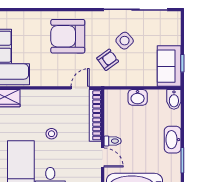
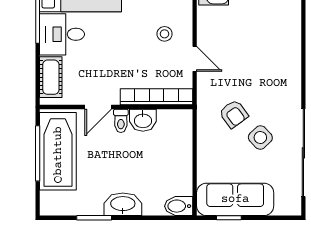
armchair: (68, 36) -> (266, 59), removed
sofa: (169, 66) -> (235, 199), width x1.36
door: (80, 88) -> (195, 59), moved
washbasin: (138, 97) -> (143, 120), moved, turned -90
stool: (52, 134) -> (165, 34), moved

